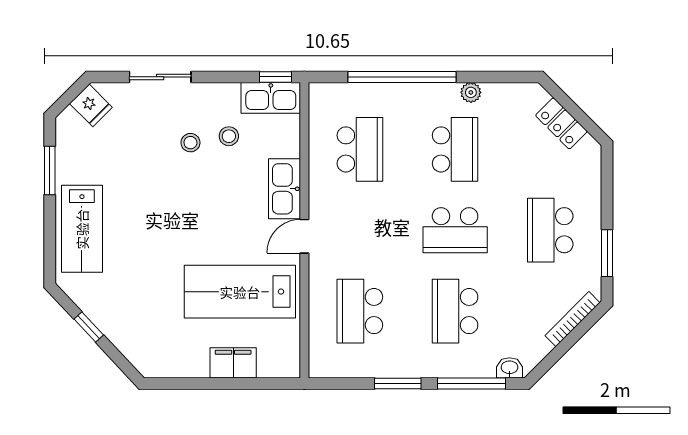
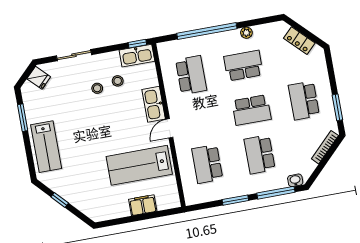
school desk: (455, 149) -> (243, 66), turned -90

